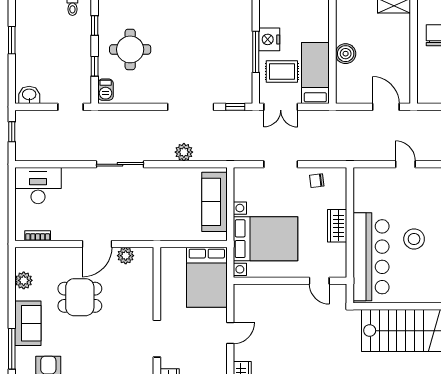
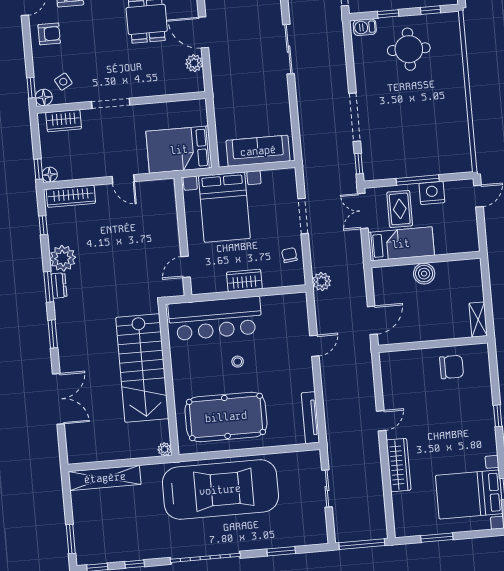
plant: (184, 152) -> (322, 282), moved
stool: (414, 239) -> (238, 362), width x0.53, depth x0.53

